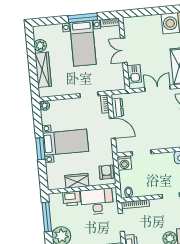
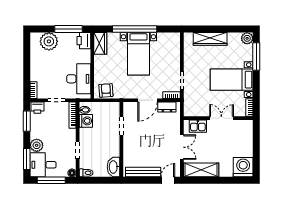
window: (83, 18) -> (256, 56), moved
plant: (40, 46) -> (247, 38), moved
plant: (45, 106) -> (176, 37), removed
window: (40, 149) -> (135, 29), width x2.11
washing machine: (124, 163) -> (86, 121), moved, turned 180
armchair: (106, 172) -> (106, 90), turned -94
wardrobe: (77, 181) -> (100, 43), moved
printer: (72, 199) -> (84, 41), moved

